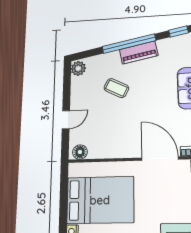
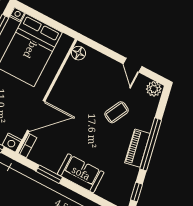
door: (66, 120) -> (133, 65), moved

